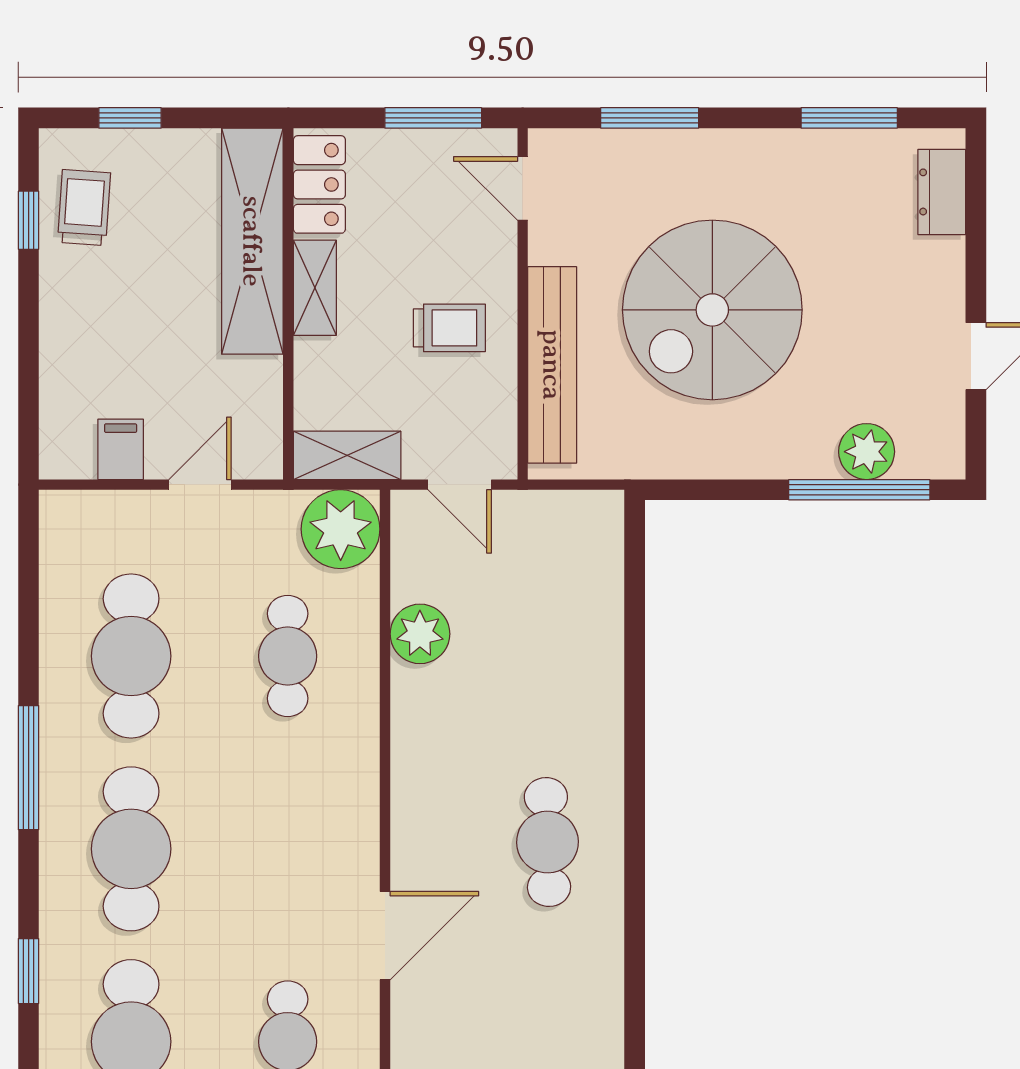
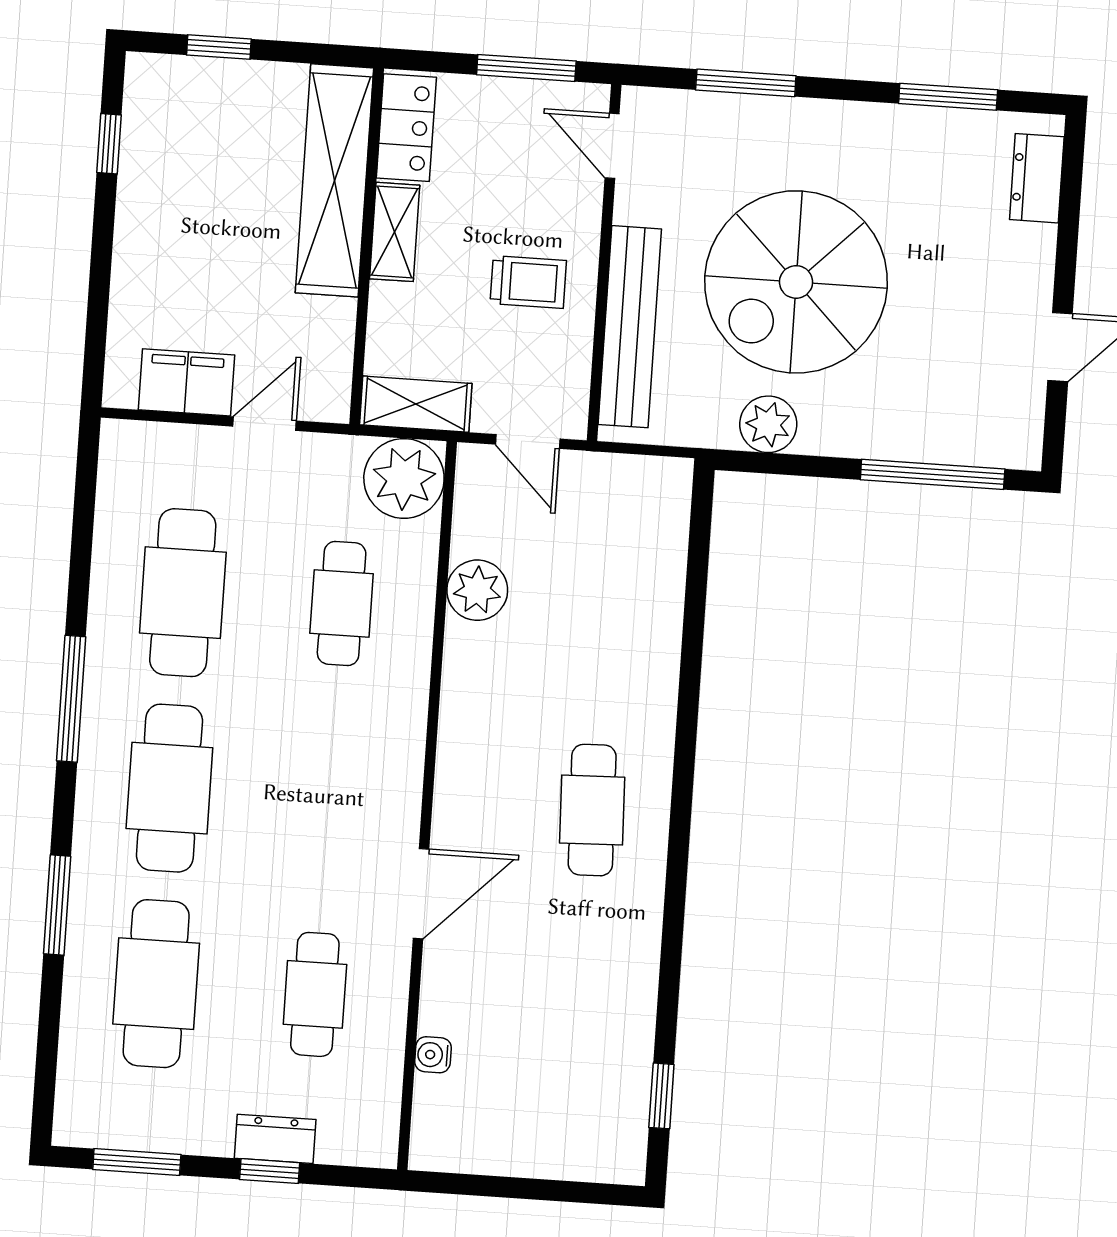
trolley: (84, 208) -> (166, 135), removed
filing cabinet: (121, 449) -> (186, 382), width x2.00
plant: (867, 452) -> (768, 424), moved
window: (29, 971) -> (57, 905), width x1.50

